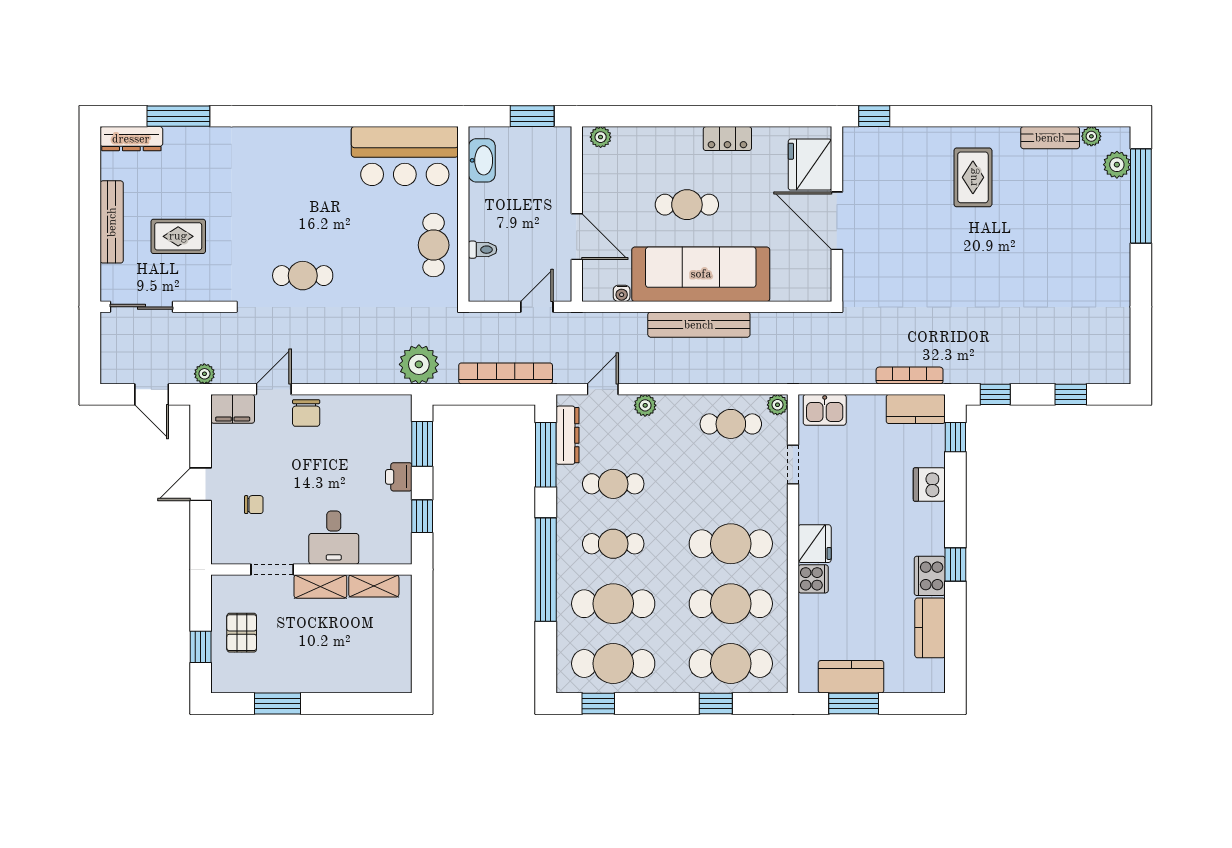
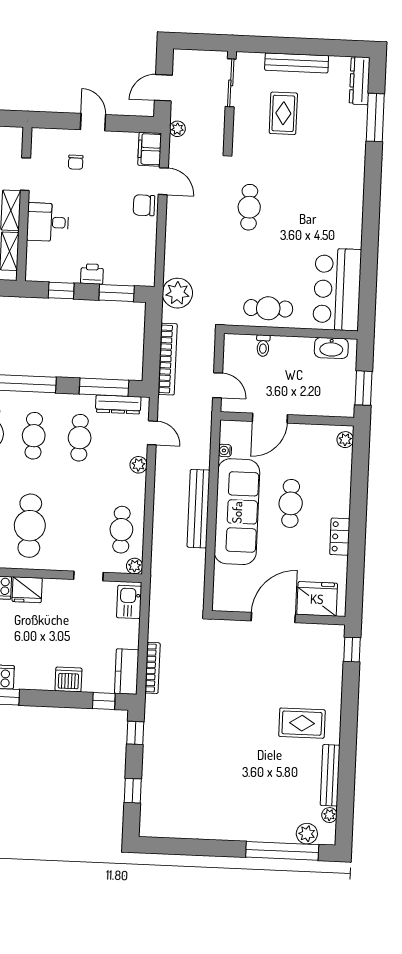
bench: (1050, 138) -> (330, 775), width x1.36

